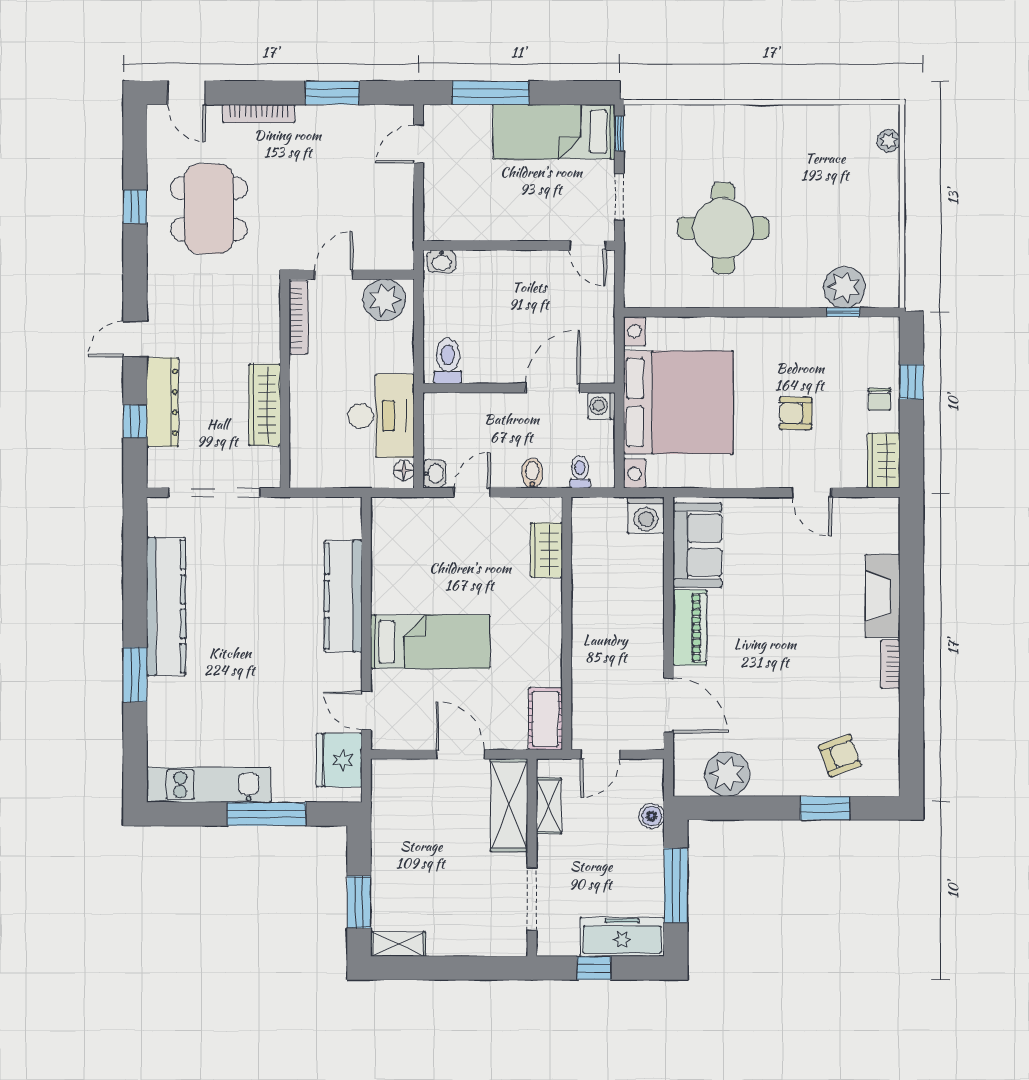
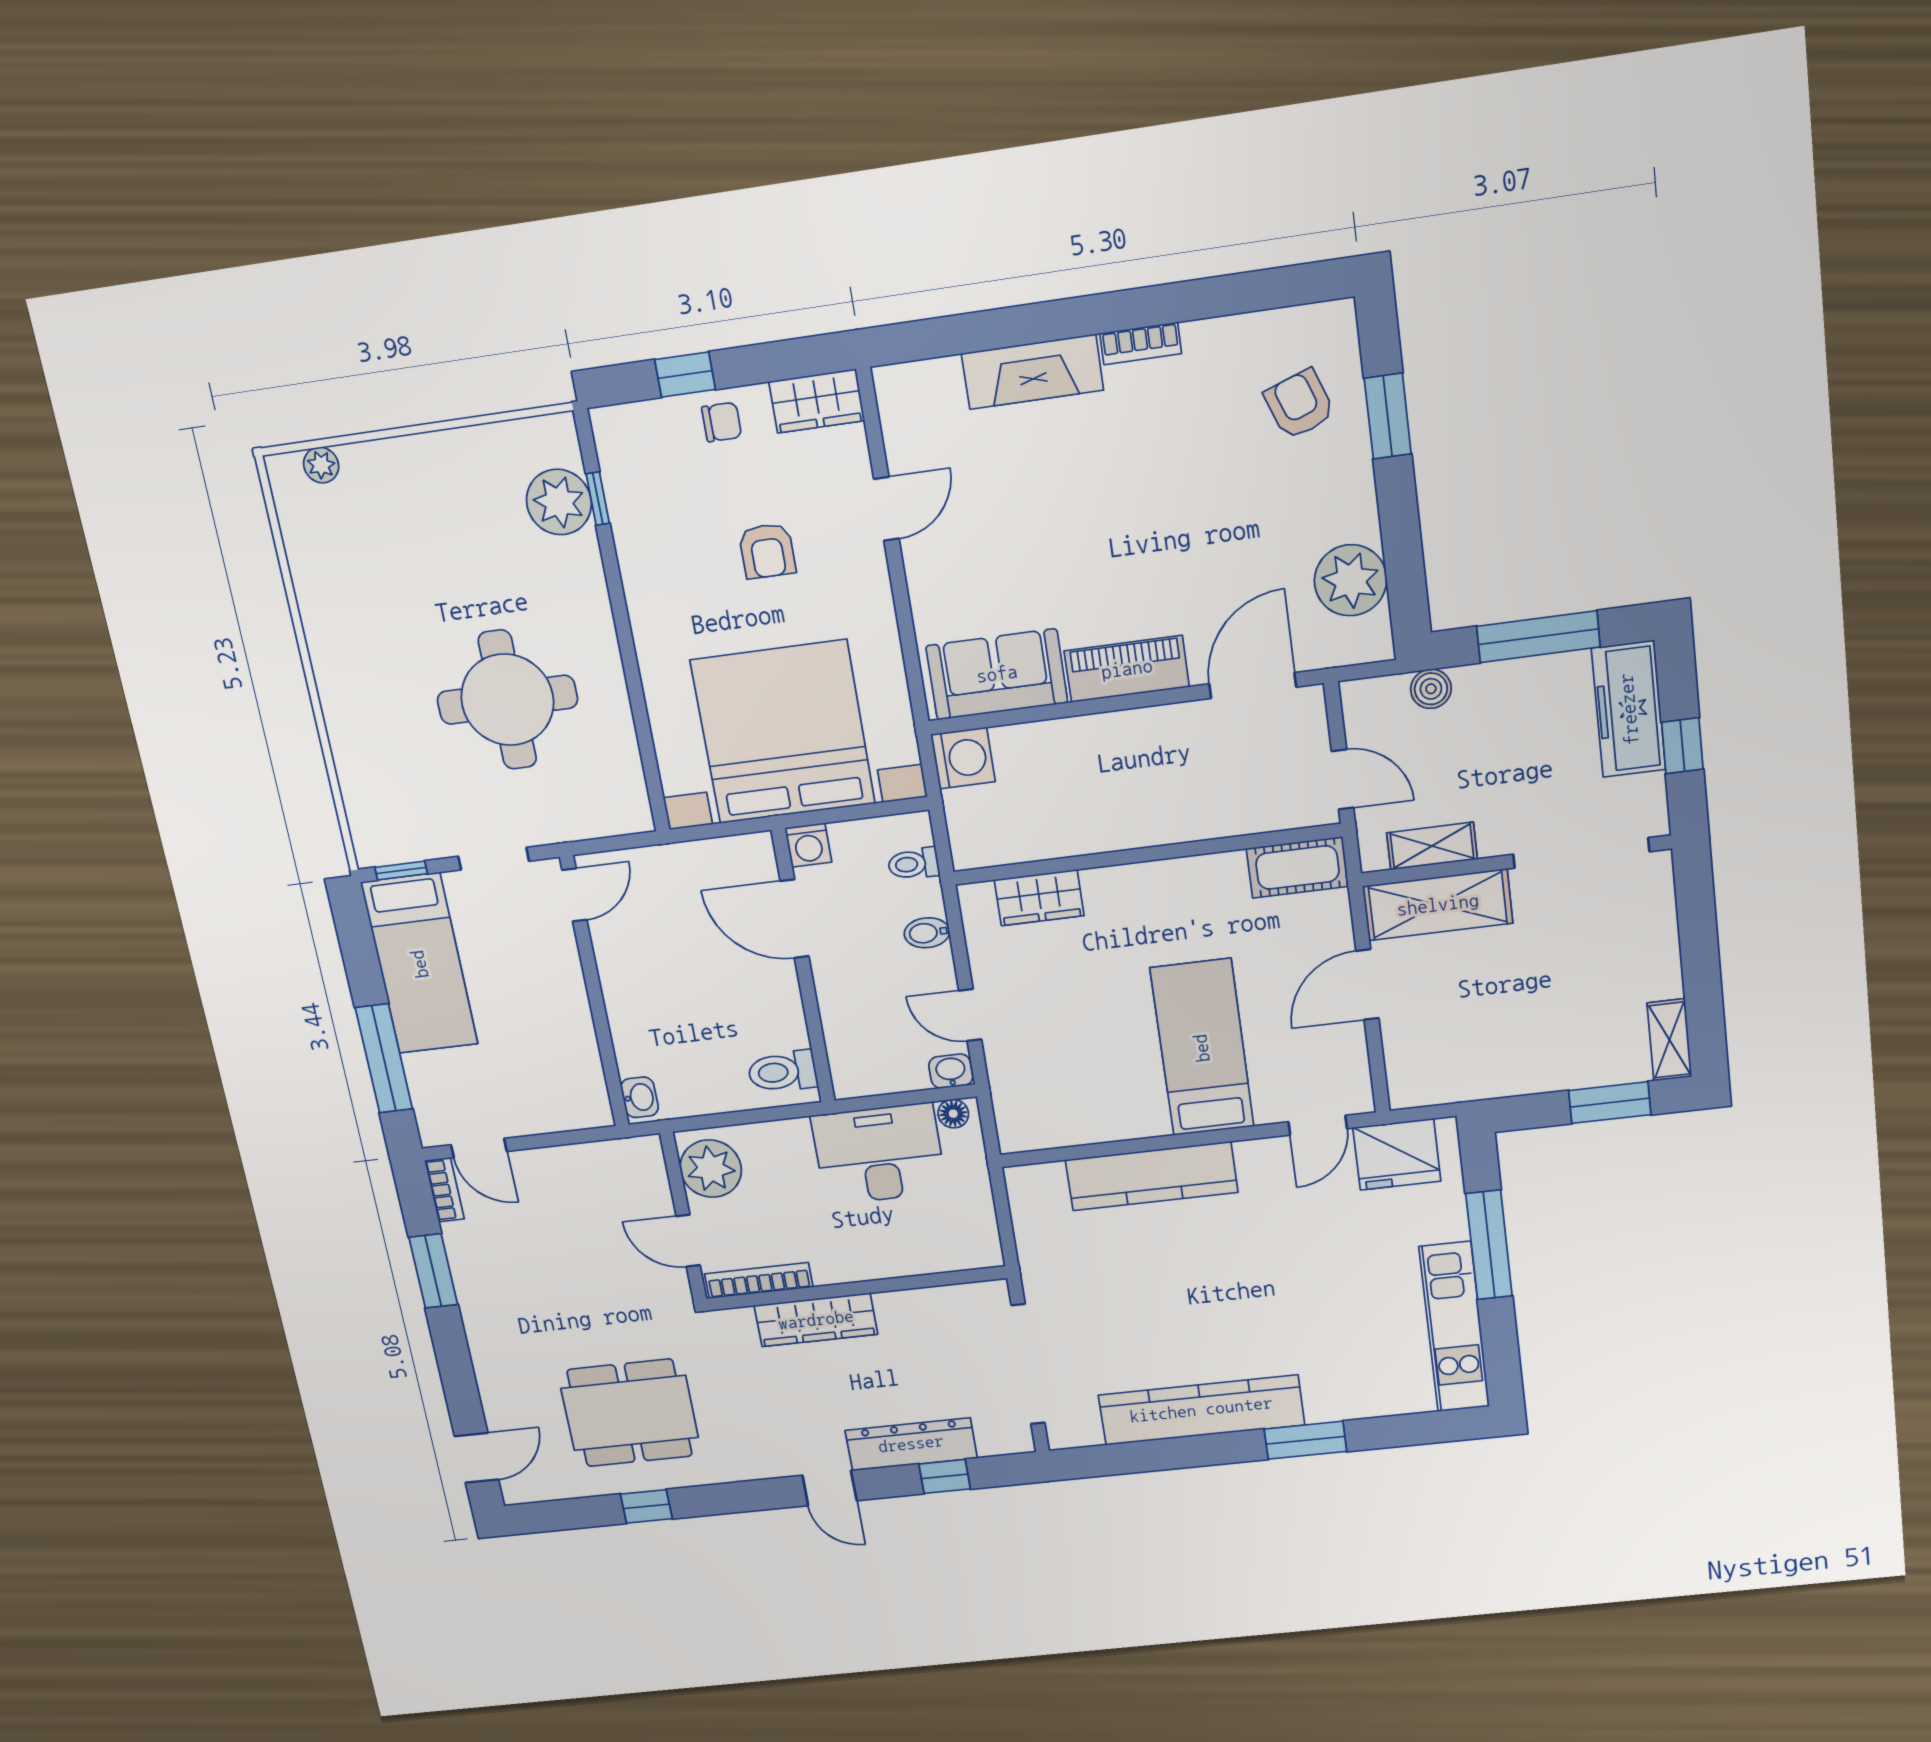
bookcase: (259, 114) -> (444, 1190), moved, width x0.64
wardrobe: (265, 405) -> (816, 1320), moved
doorway: (532, 899) -> (1581, 853), width x1.36

